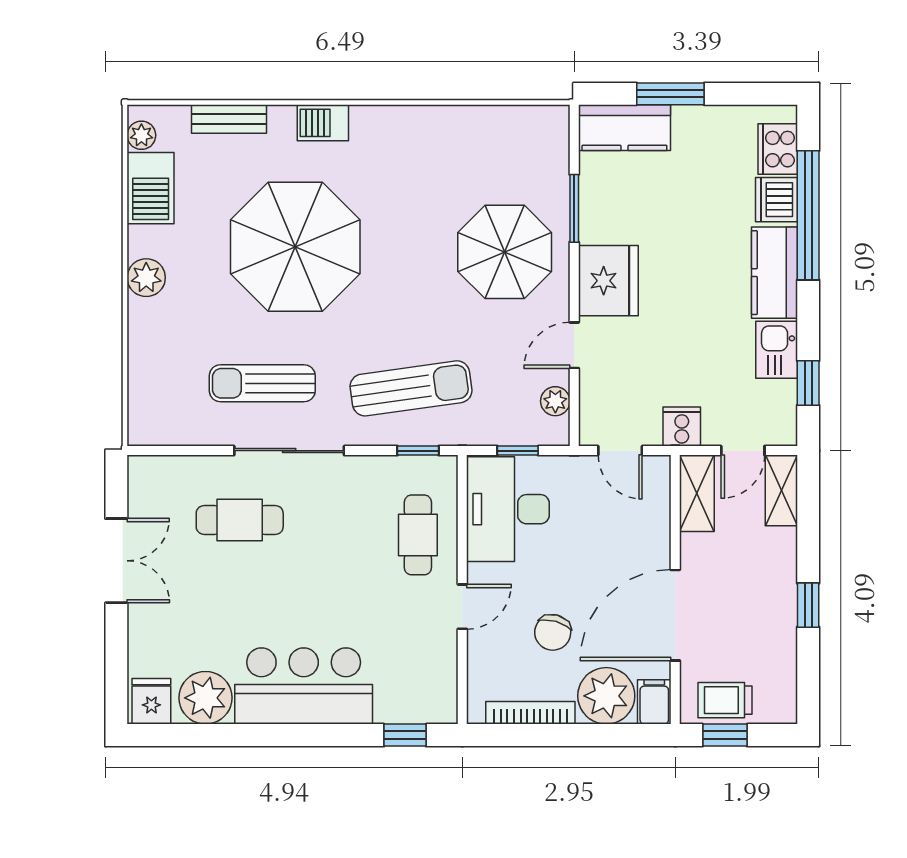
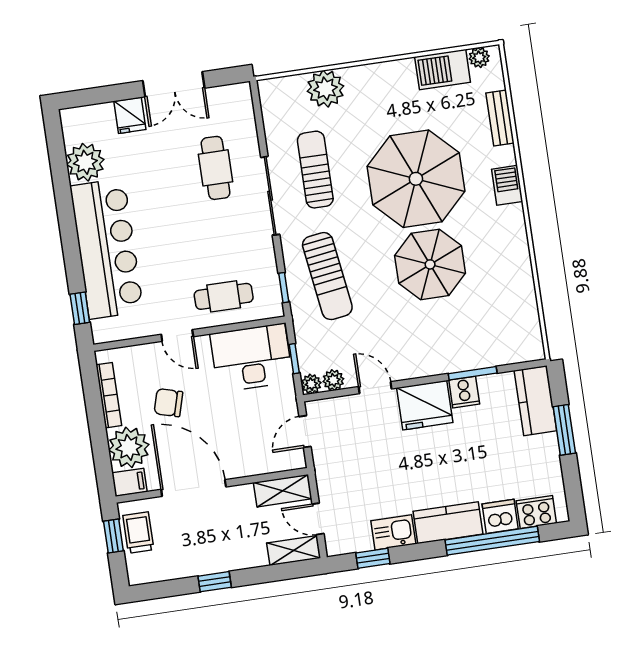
parasol: (505, 252) -> (430, 264), moved
plant: (146, 278) -> (325, 89), moved, width x1.36, depth x1.36
cooker: (682, 427) -> (464, 392), moved, turned 90
plant: (556, 432) -> (311, 384), added
bar counter: (304, 686) -> (107, 249), width x1.36
fridge: (151, 701) -> (130, 115), moved, turned 90

